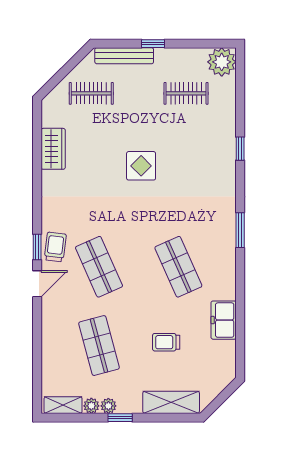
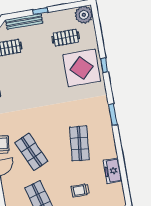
display table: (141, 166) -> (82, 68), moved, width x1.86, depth x1.86
shop shelf: (178, 267) -> (79, 143), turned 30

